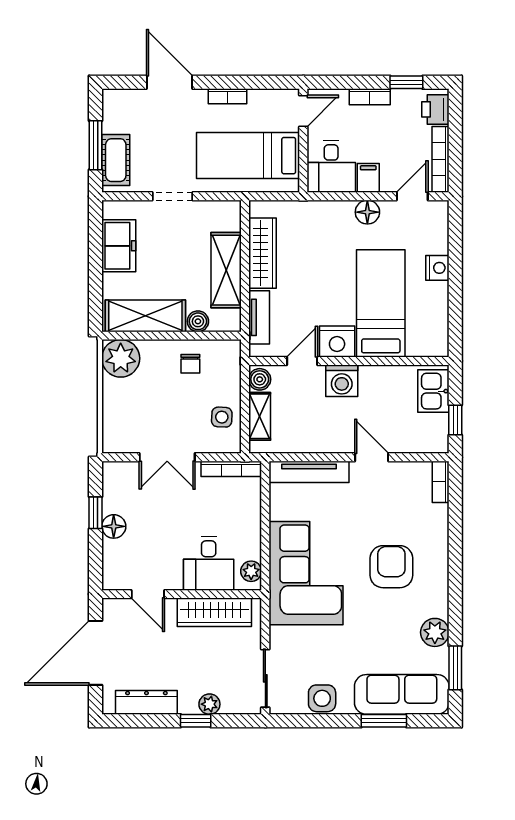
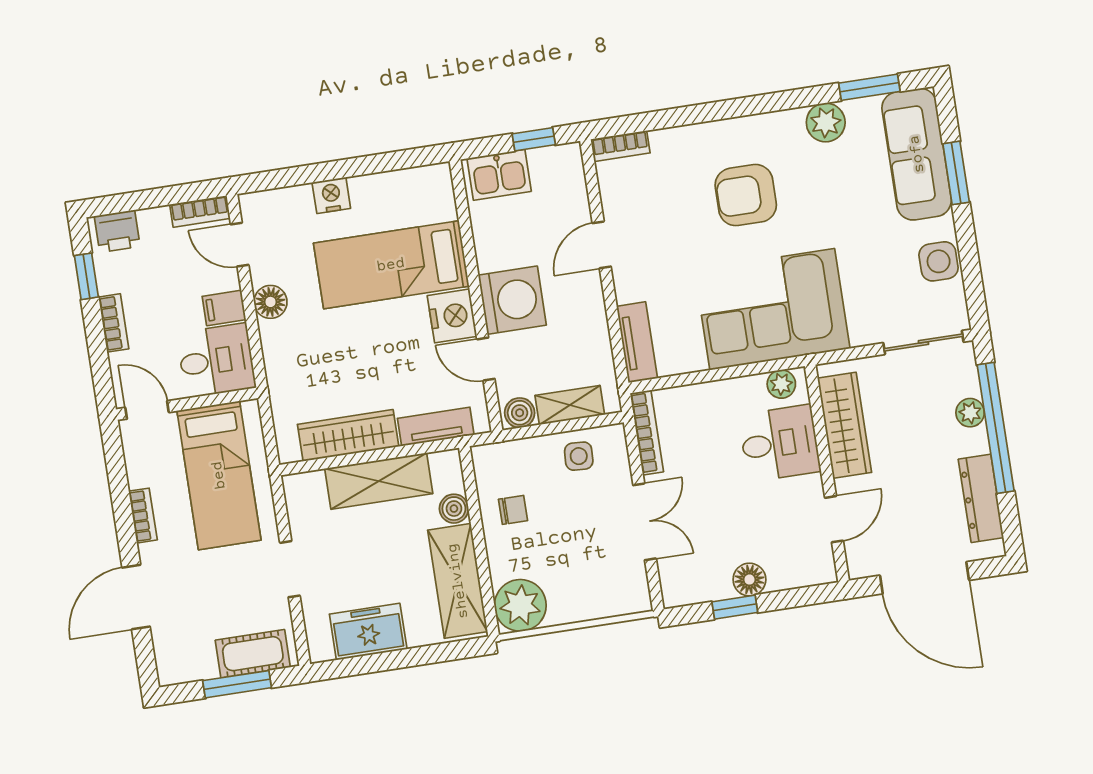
bookcase: (441, 159) -> (200, 211), width x0.64
washing machine: (342, 381) -> (512, 300), width x1.37, depth x1.37
tv unit: (309, 472) -> (637, 342), width x0.71
window: (196, 721) -> (996, 428), width x3.17

